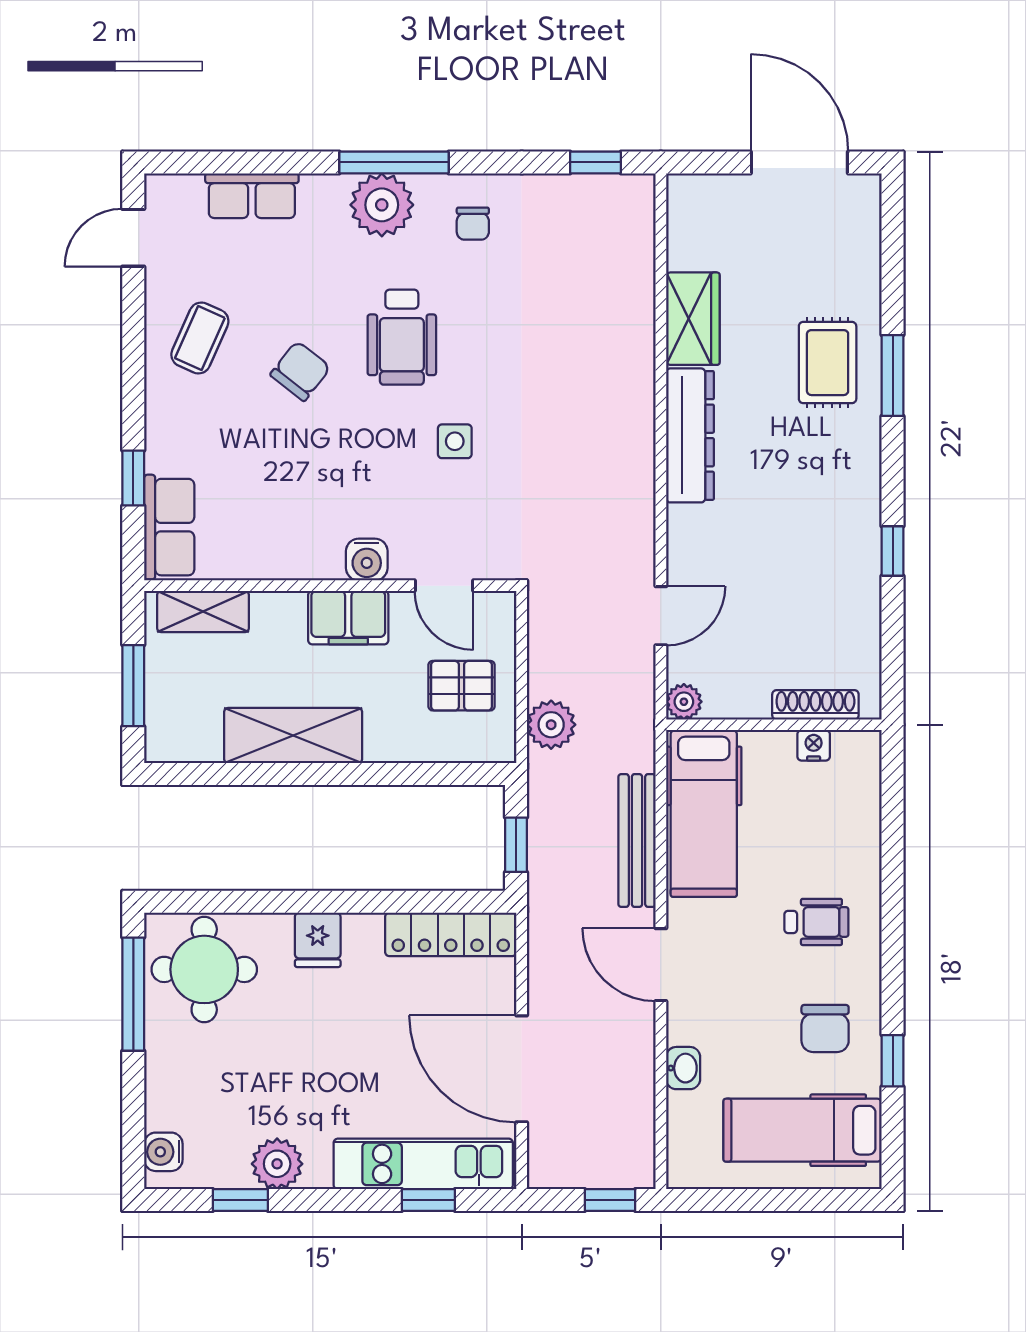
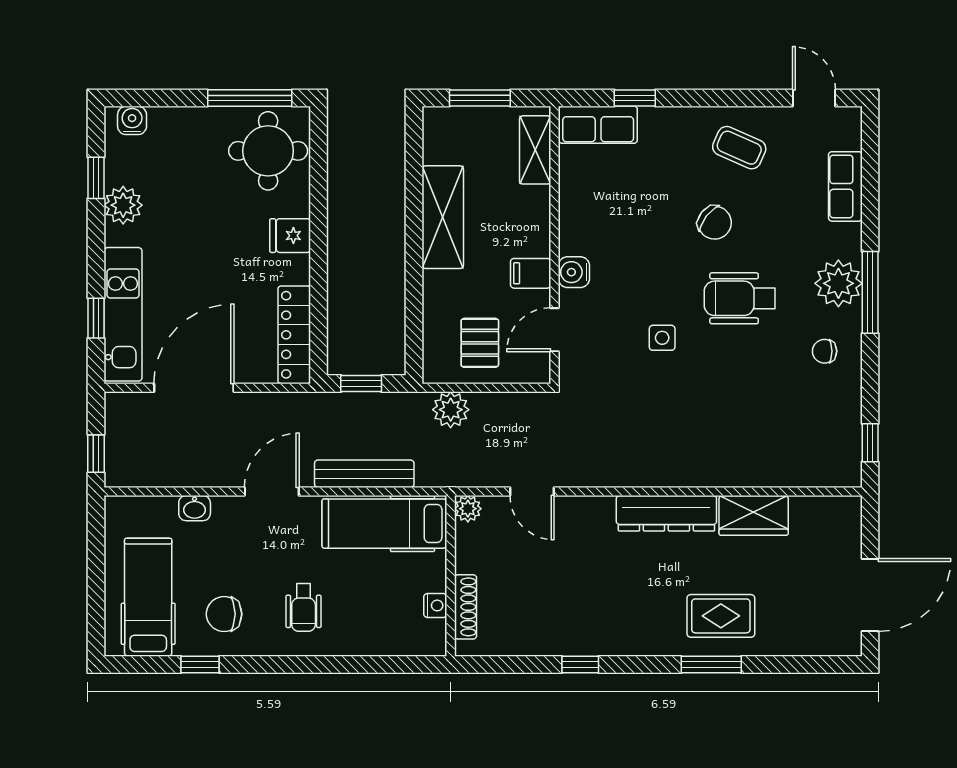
filing cabinet: (348, 618) -> (531, 273), width x0.50

